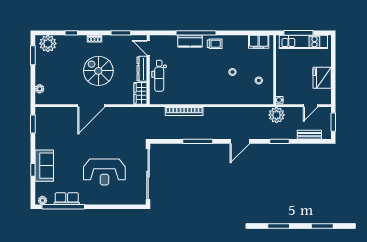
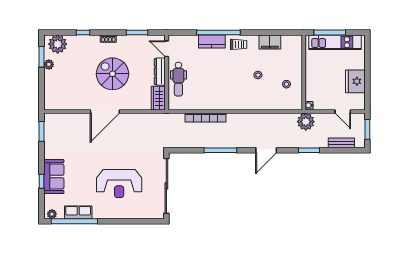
filing cabinet: (259, 42) -> (270, 42), moved
plant: (40, 89) -> (49, 64), moved
door: (311, 106) -> (343, 112), hinge flipped

